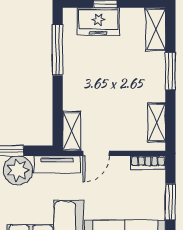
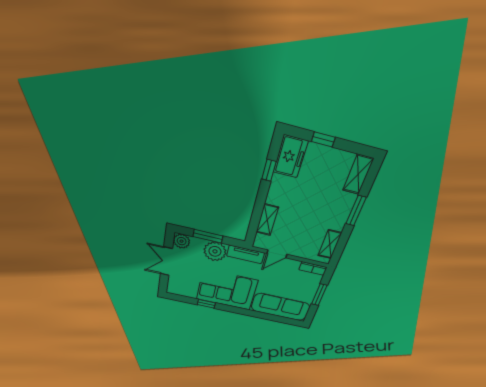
freezer: (98, 22) -> (290, 157), moved, turned -90
window: (58, 50) -> (269, 170), width x0.46
shelving: (72, 131) -> (267, 220), moved

